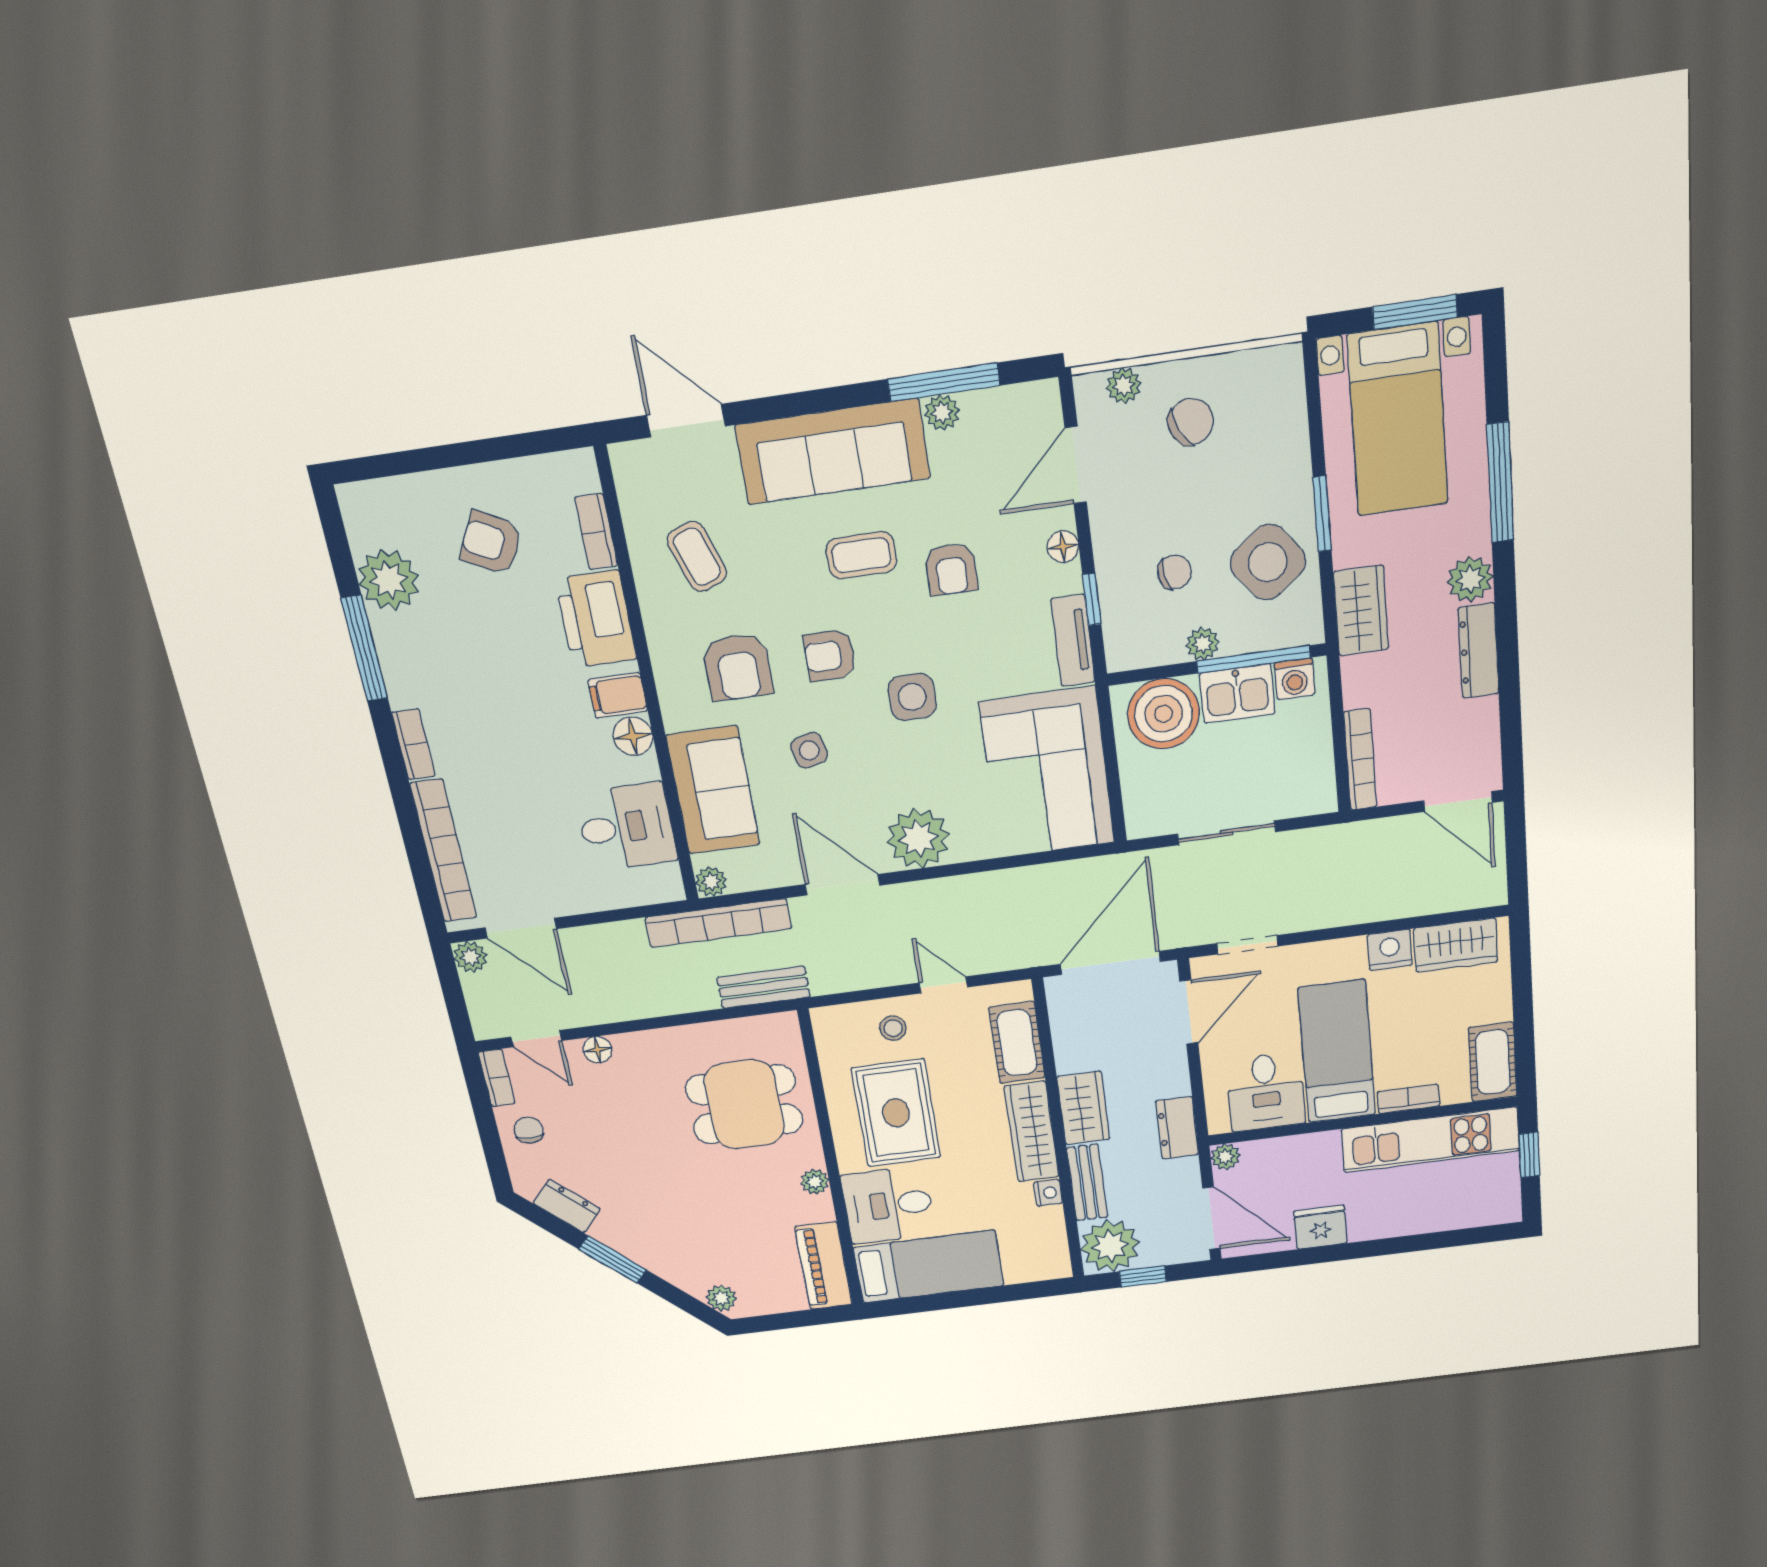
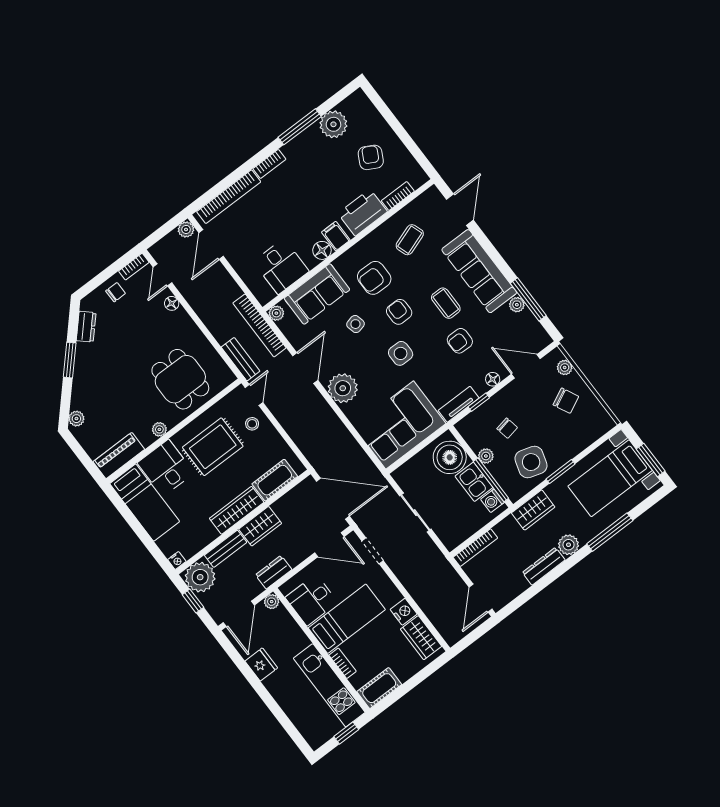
side table: (1268, 562) -> (531, 462), turned -35
door: (943, 985) -> (254, 395), moved
nightstand: (1048, 1193) -> (177, 561), moved

